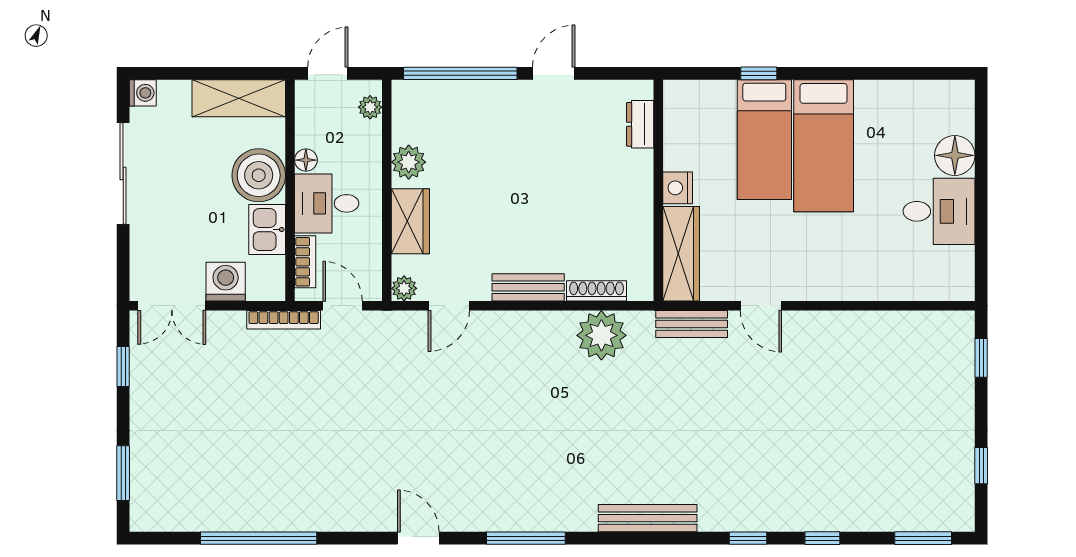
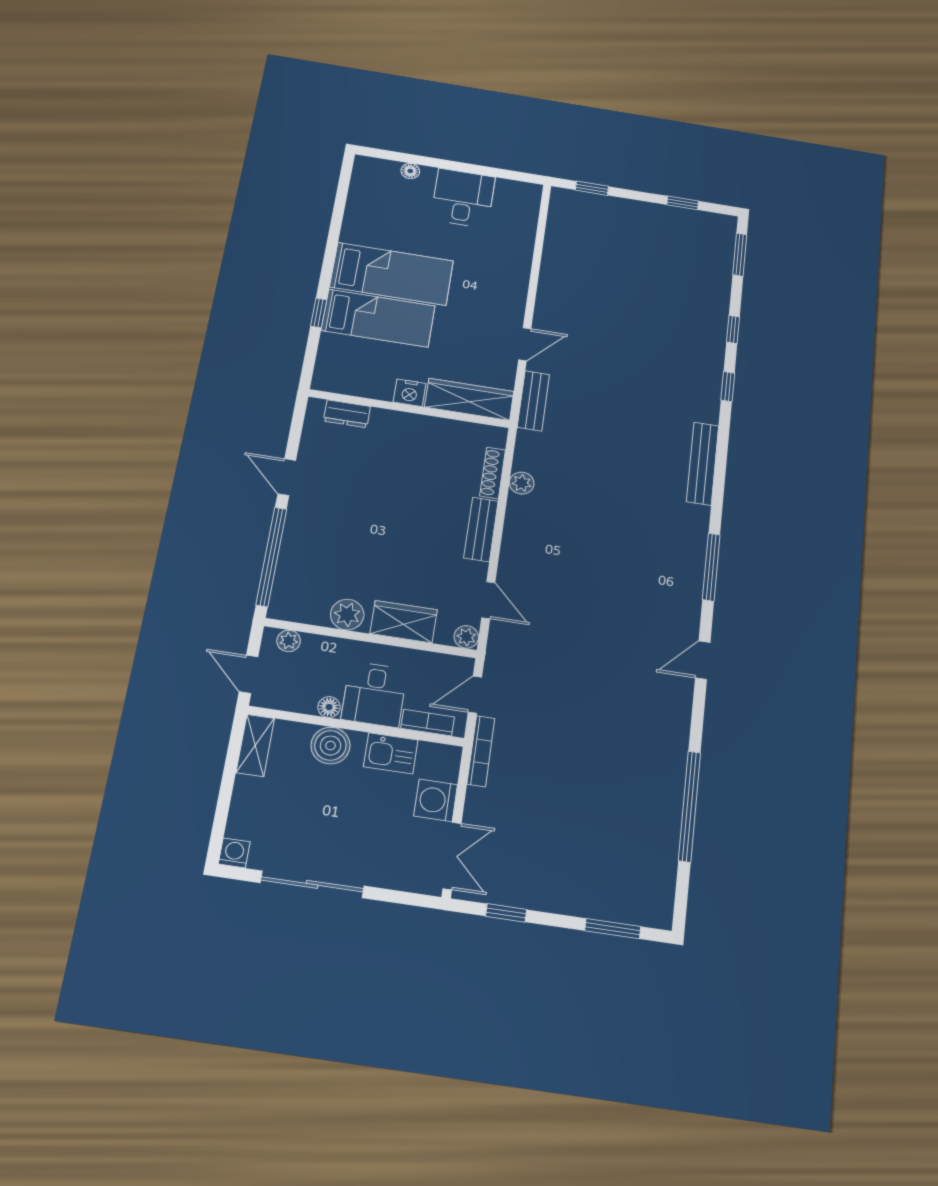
shelving: (239, 98) -> (255, 745), width x0.67, depth x0.75
floor lamp: (955, 155) -> (410, 171), width x0.53, depth x0.53
boiler: (259, 175) -> (330, 746), width x0.73, depth x0.73
plant: (601, 335) -> (522, 483), width x0.53, depth x0.53

